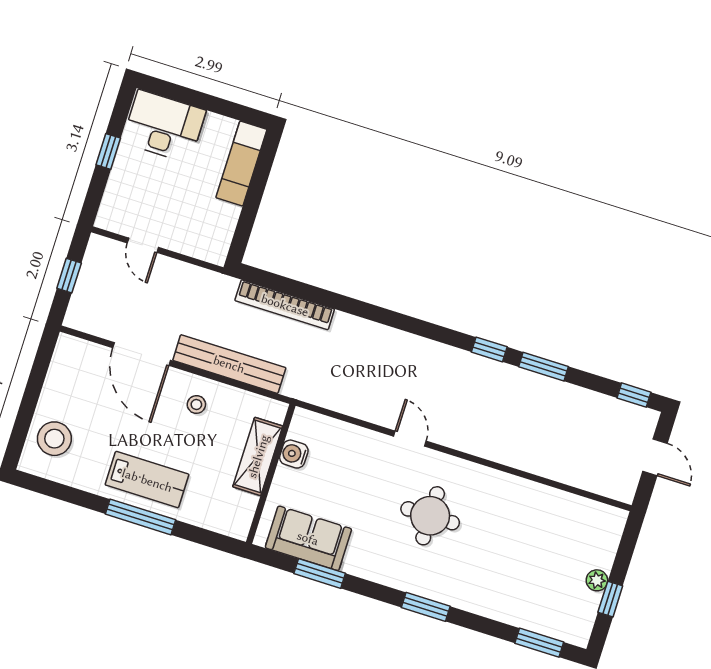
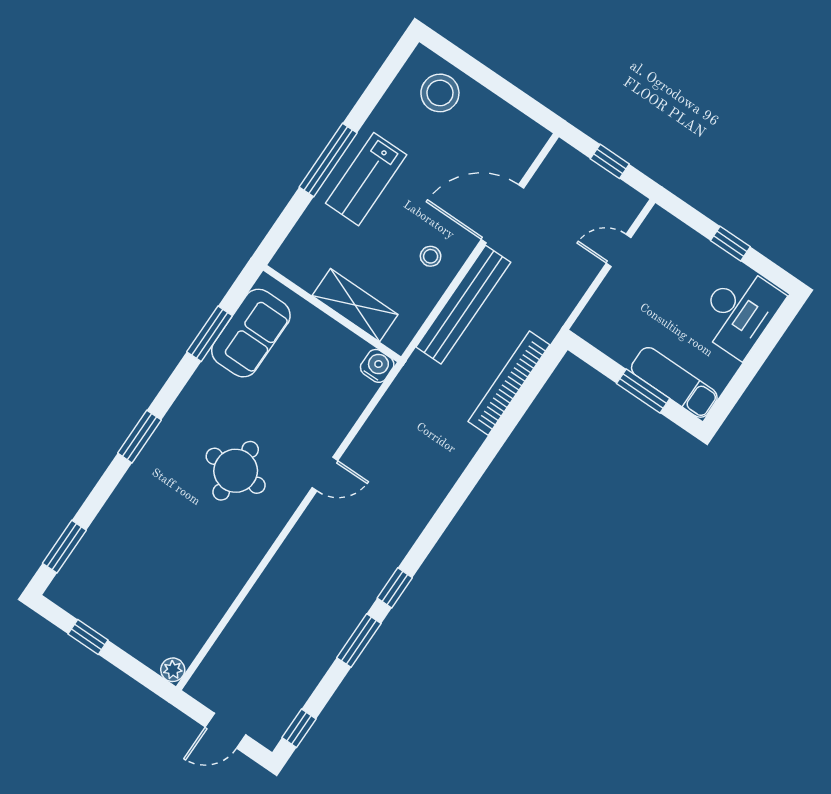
window: (257, 188) -> (643, 391), added
water cooler: (294, 454) -> (377, 366), moved
plant: (597, 580) -> (173, 670), moved

